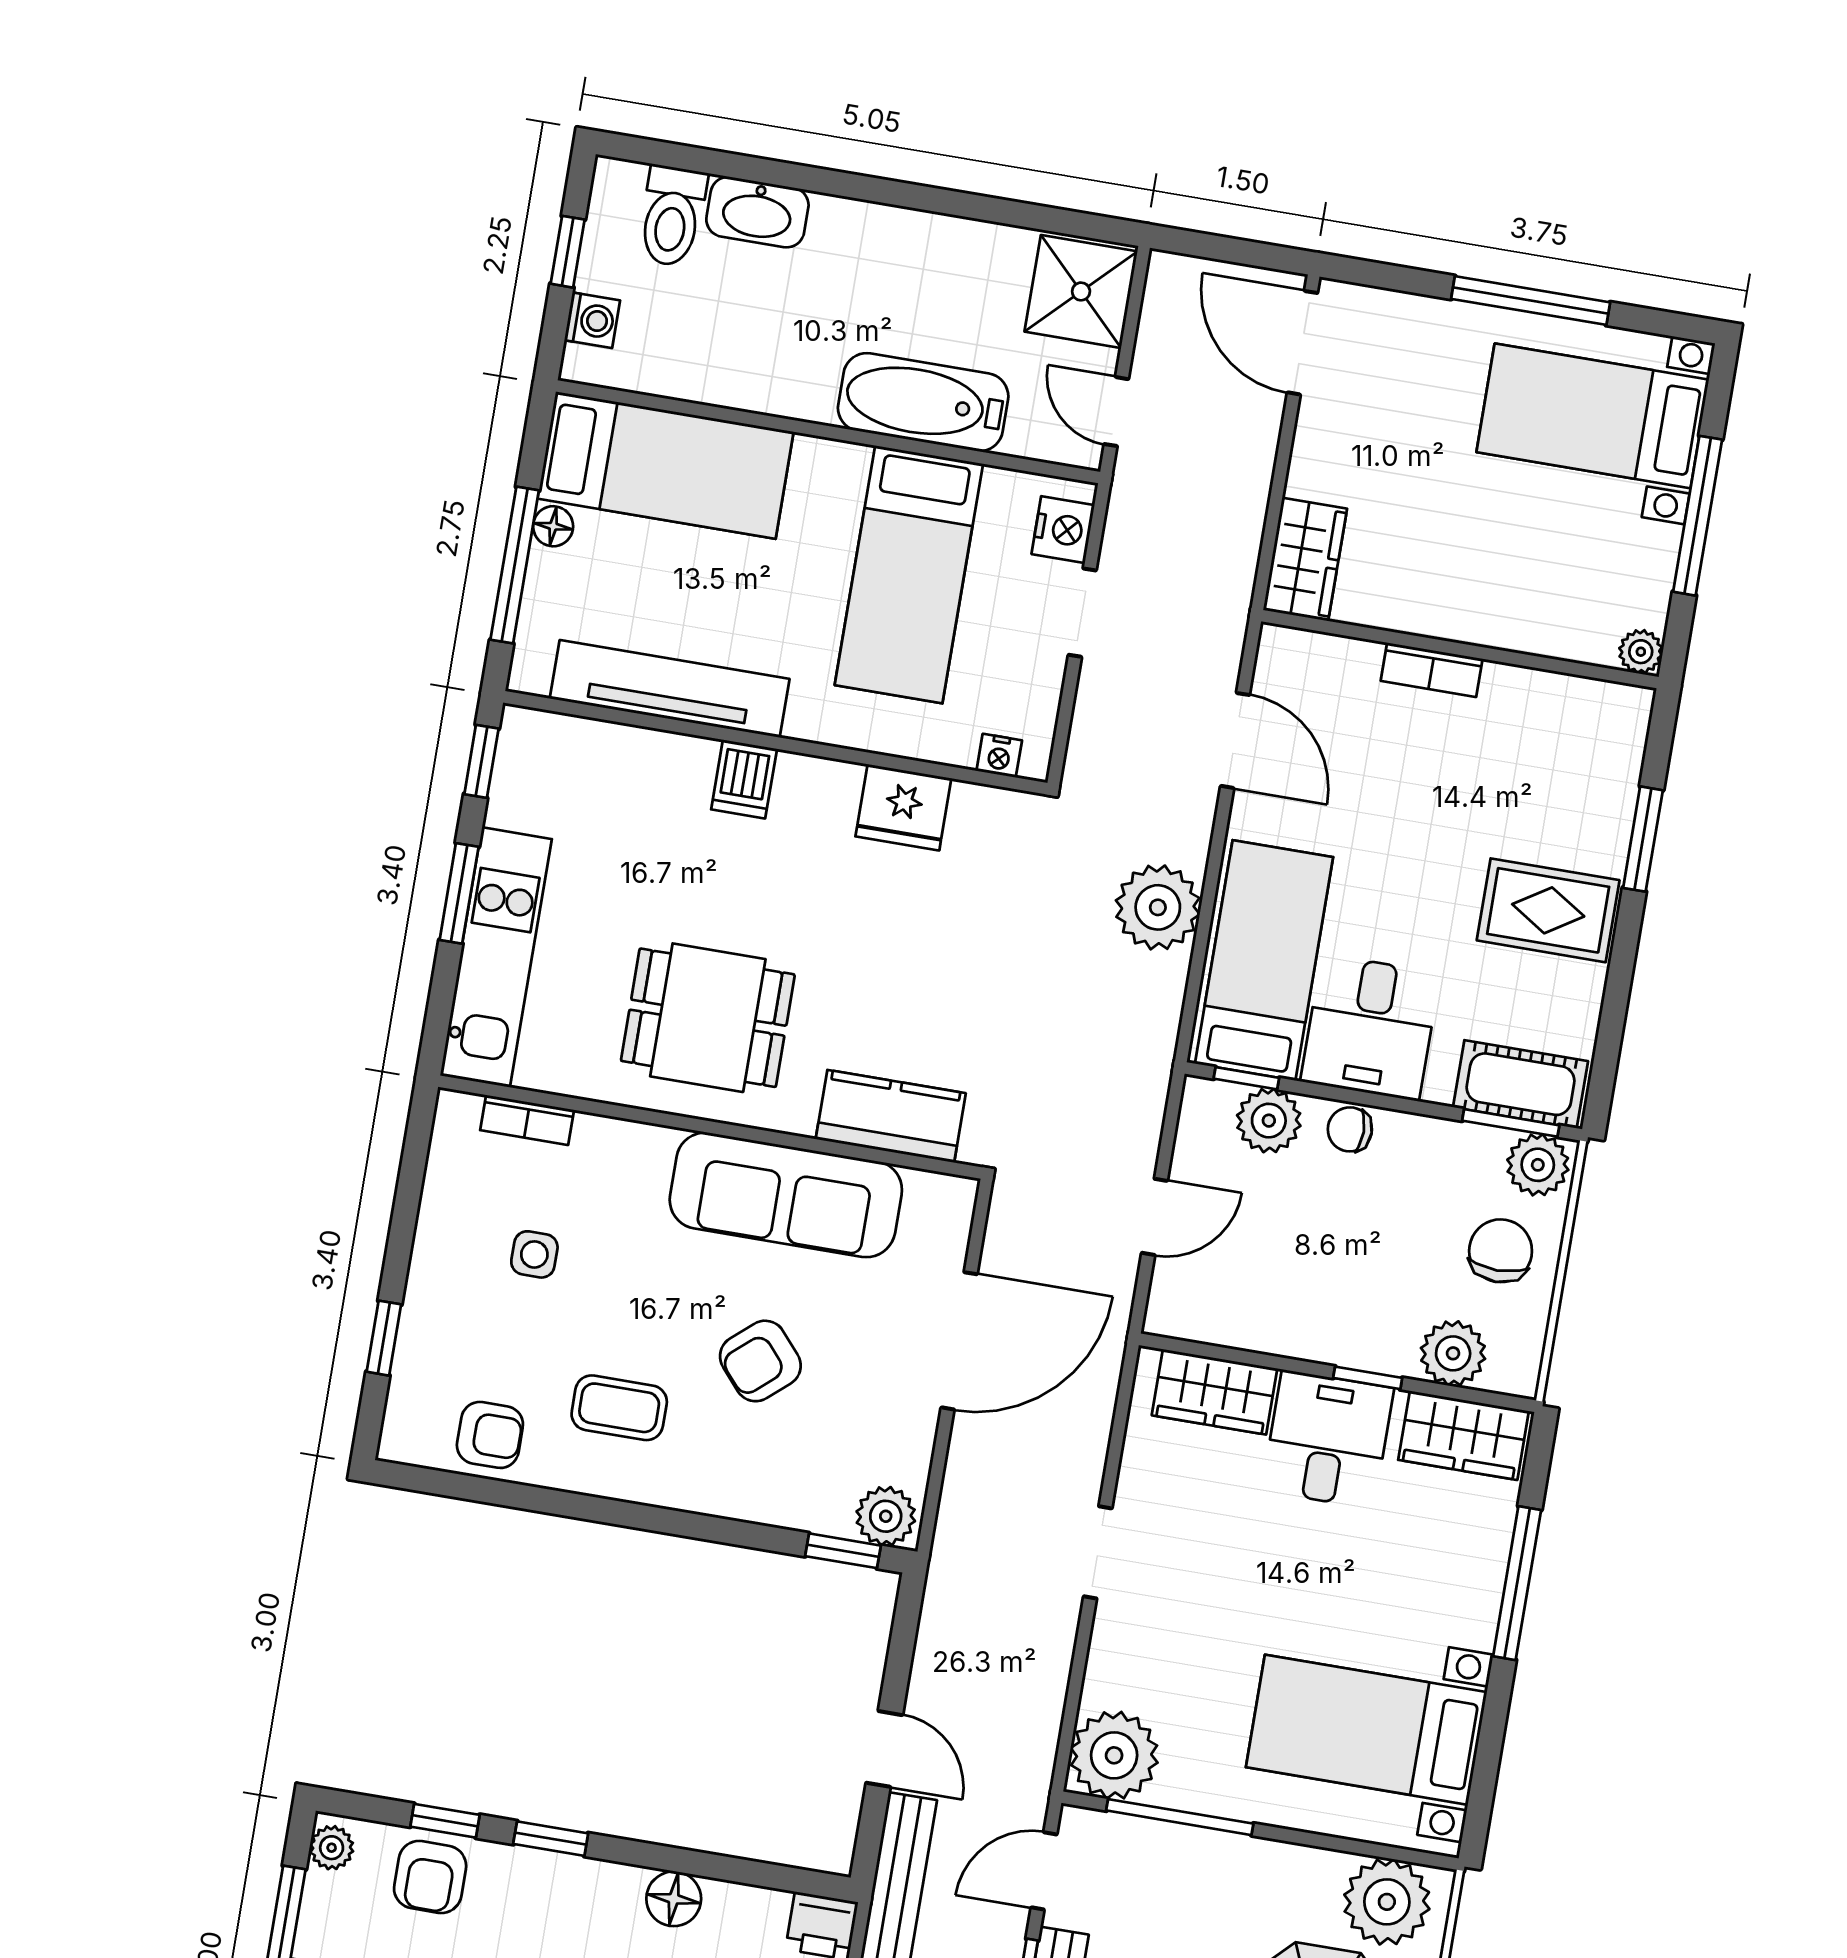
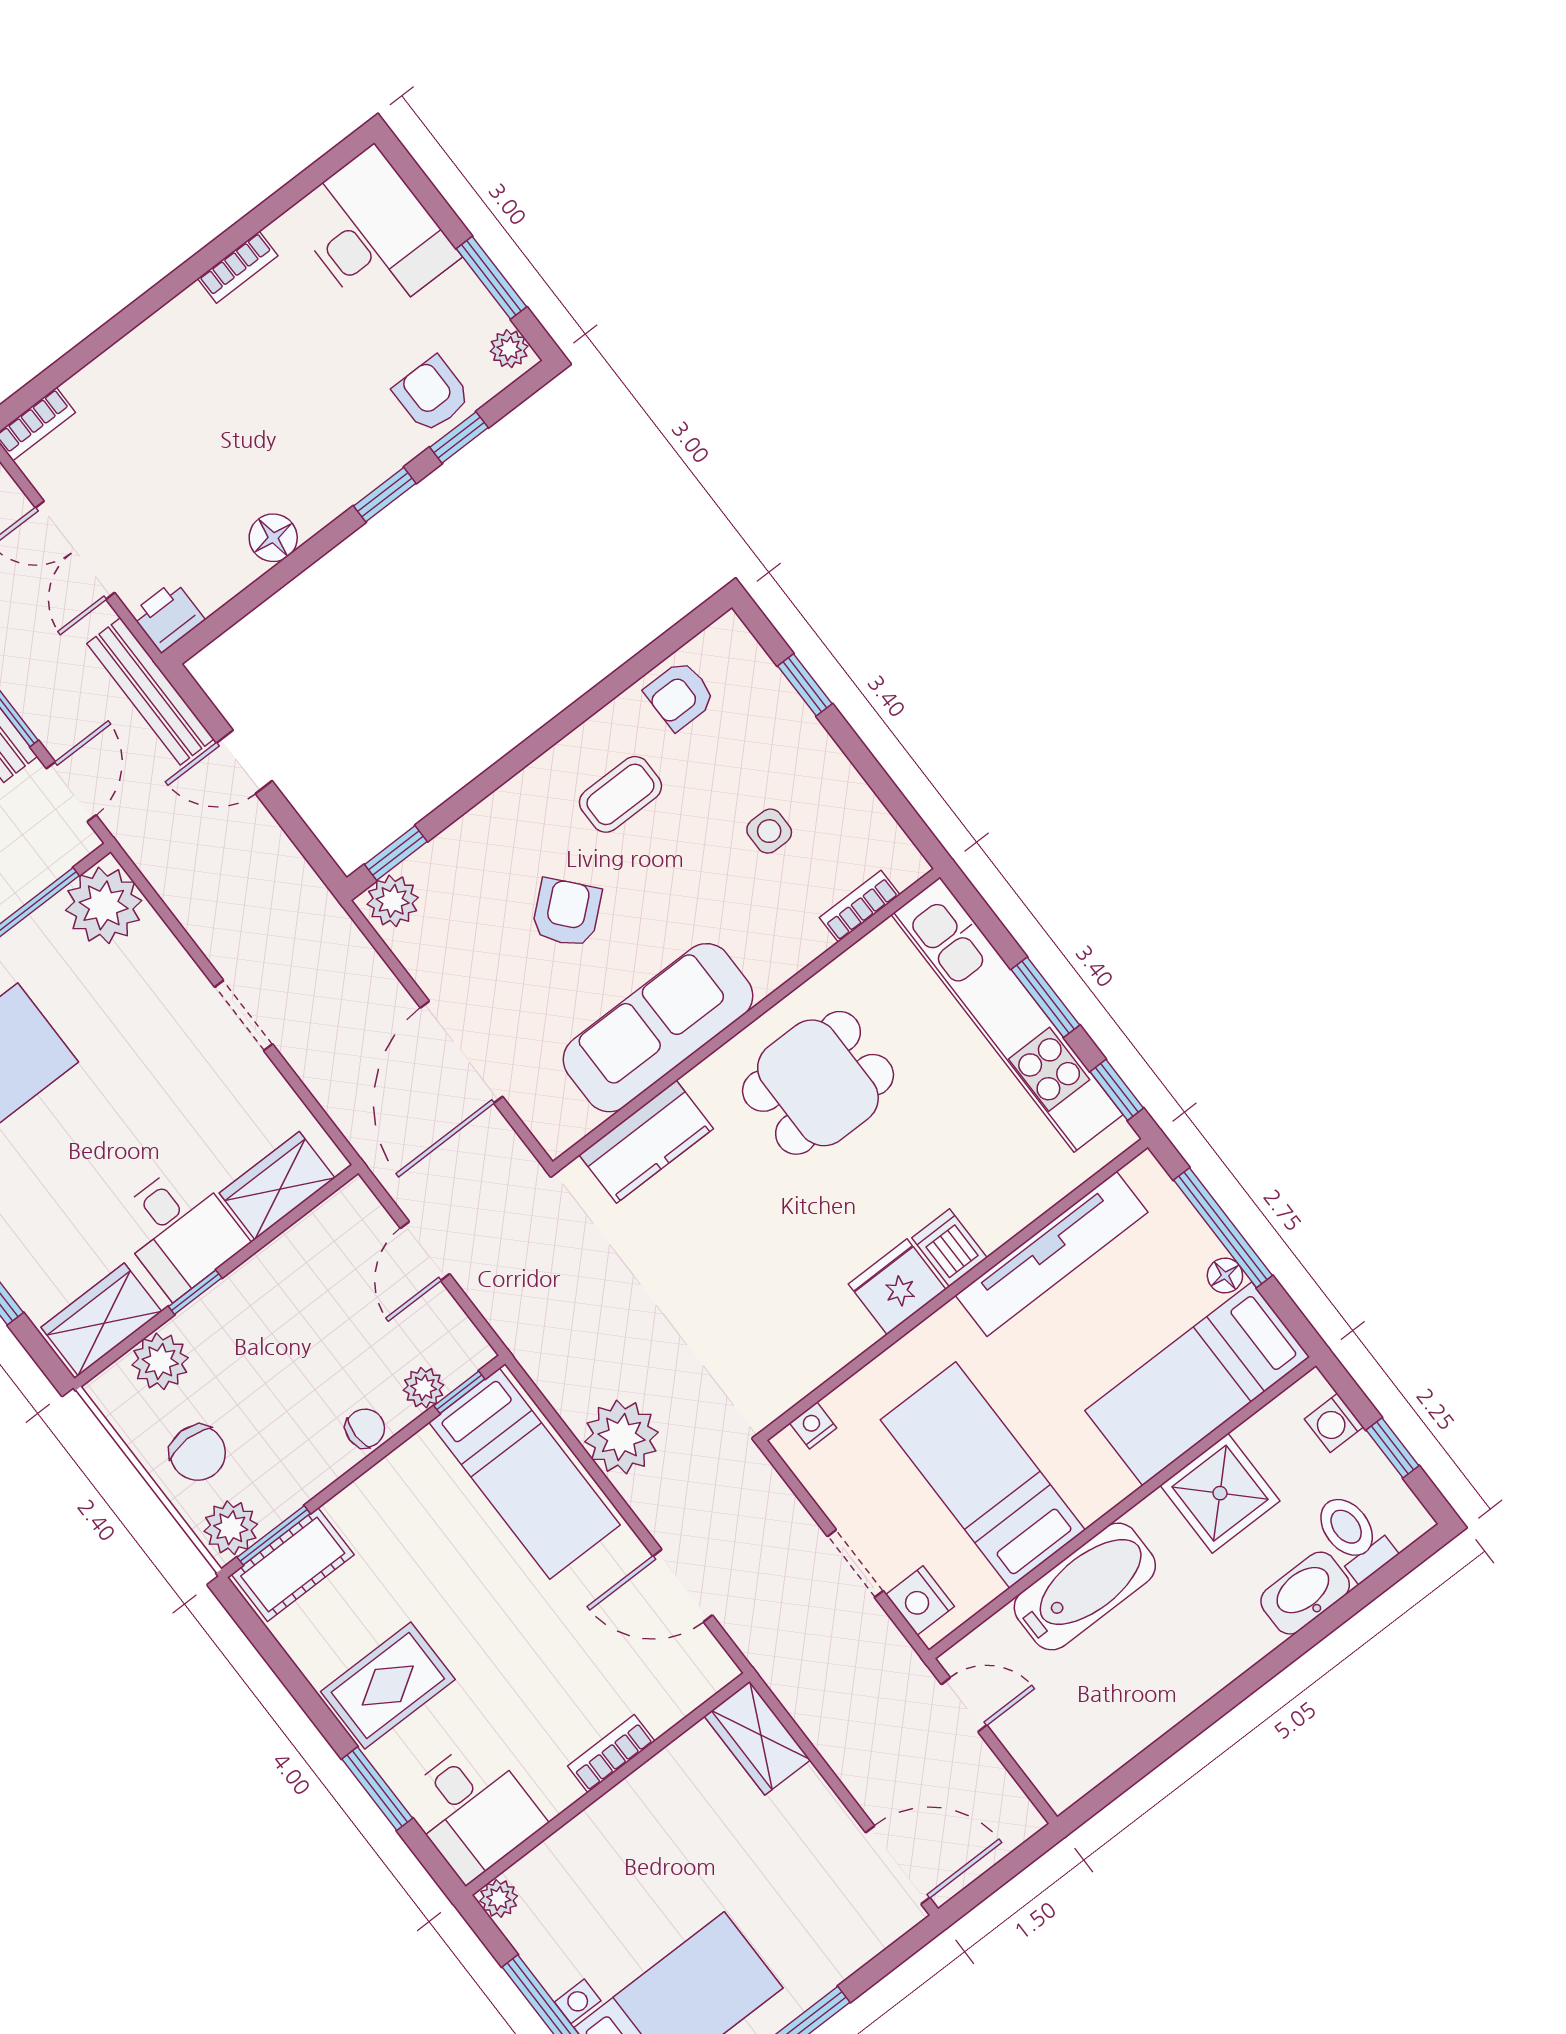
shower: (1081, 291) -> (1220, 1493), moved
fridge: (903, 807) -> (897, 1287), moved
kitchen unit: (496, 957) -> (1007, 1015), width x1.36
desk: (1370, 1027) -> (473, 1810), moved, turned 180
plant: (1269, 1121) -> (424, 1388), width x0.73, depth x0.73

